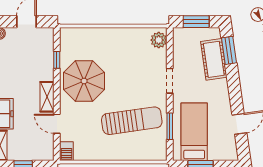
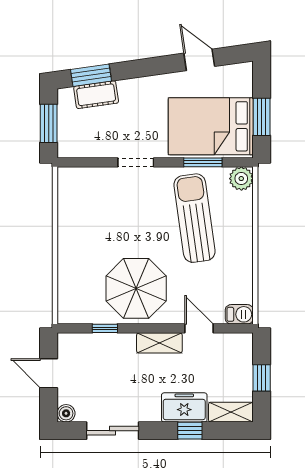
plant: (159, 40) -> (241, 179), moved
cot: (214, 59) -> (96, 95), width x0.73, depth x0.75
door: (57, 124) -> (199, 328), swing flipped
bed: (194, 132) -> (211, 126), width x1.50

